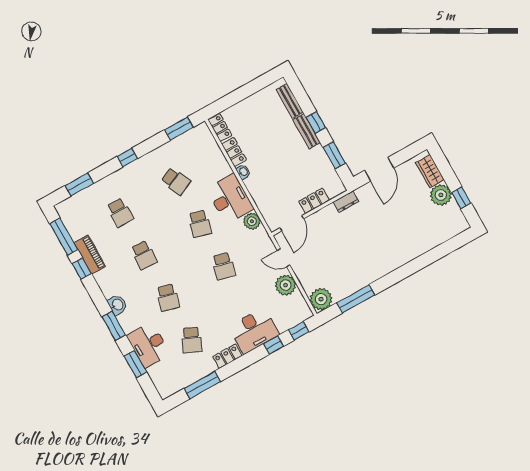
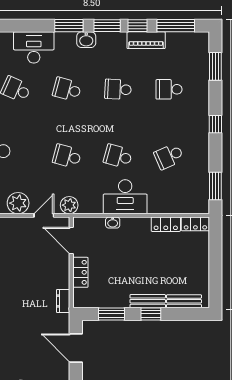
washbasin: (243, 172) -> (113, 223), moved
plant: (252, 221) -> (69, 205), moved
window: (135, 364) -> (107, 26), moved

